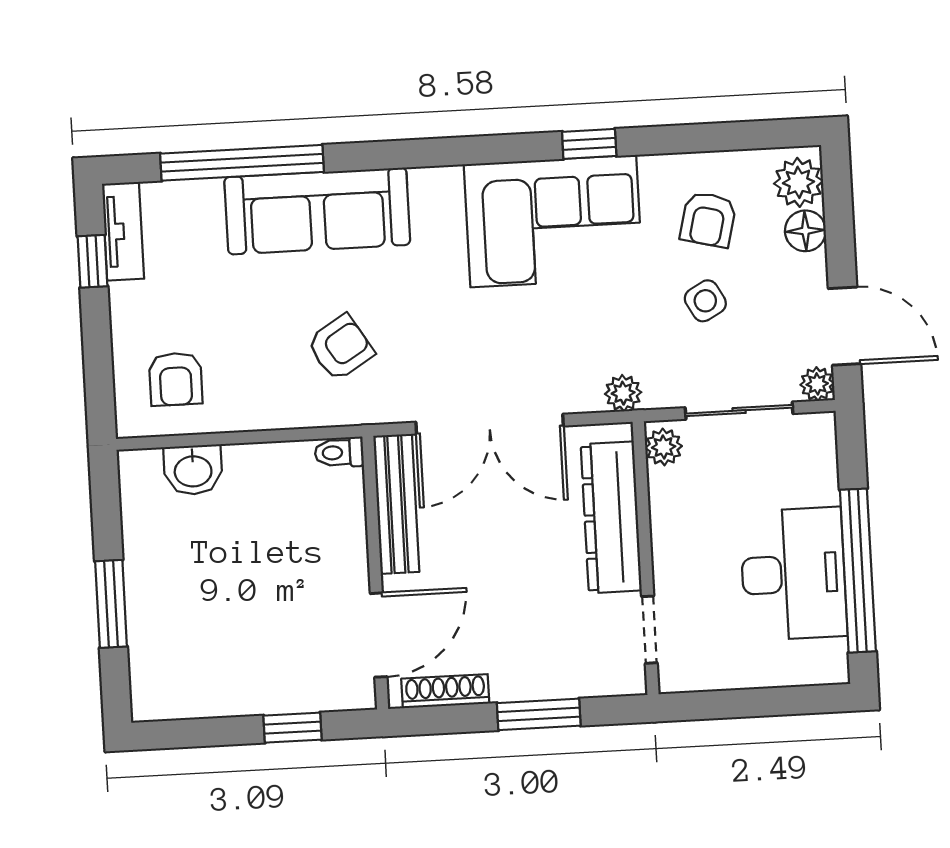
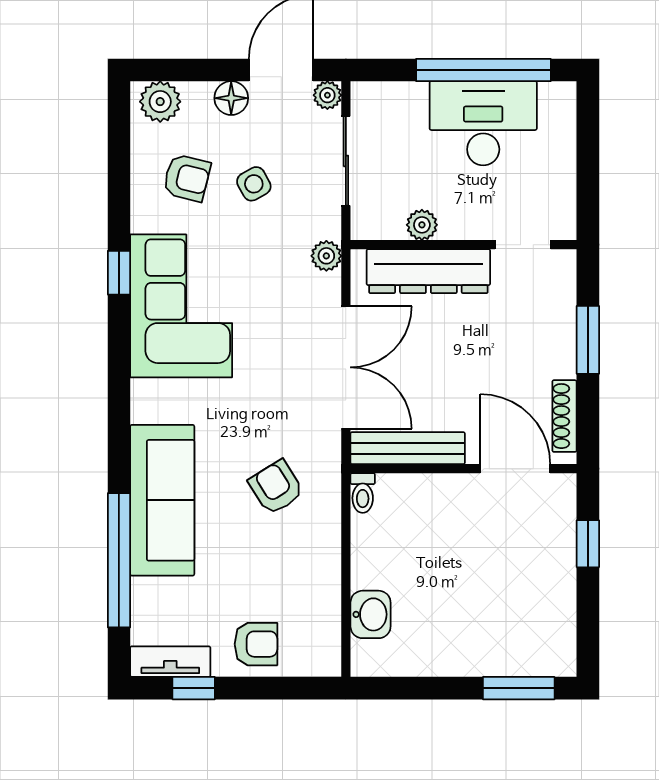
floor lamp: (805, 231) -> (231, 98), moved
armchair: (176, 379) -> (256, 644), moved
plant: (664, 447) -> (422, 225), moved
window: (111, 604) -> (519, 688), moved

